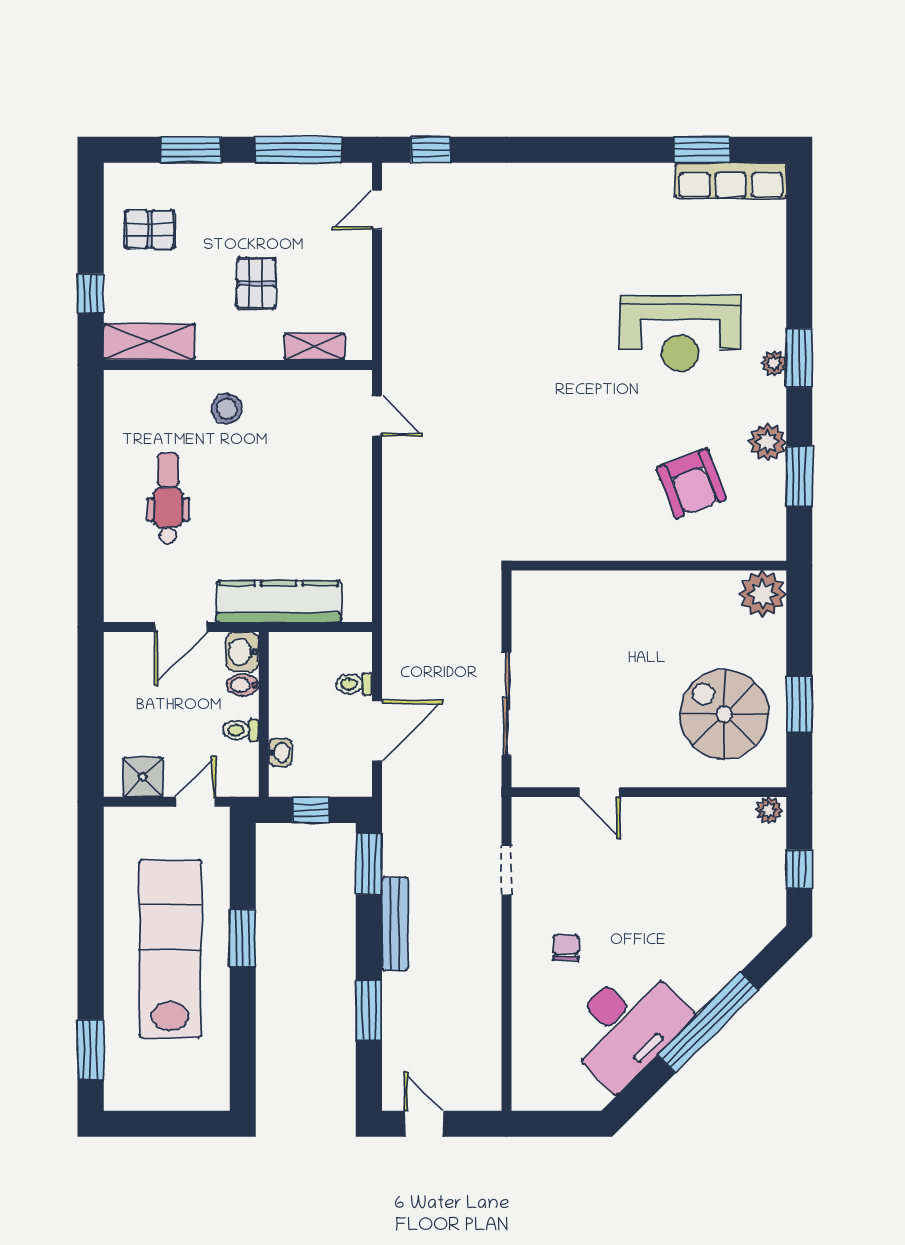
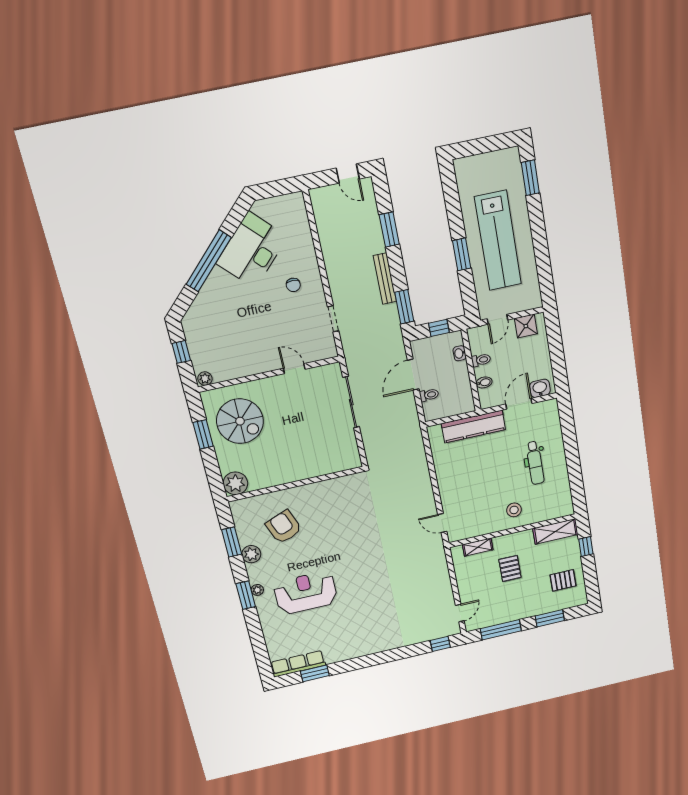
washbasin: (242, 652) -> (540, 388), moved, turned -90

